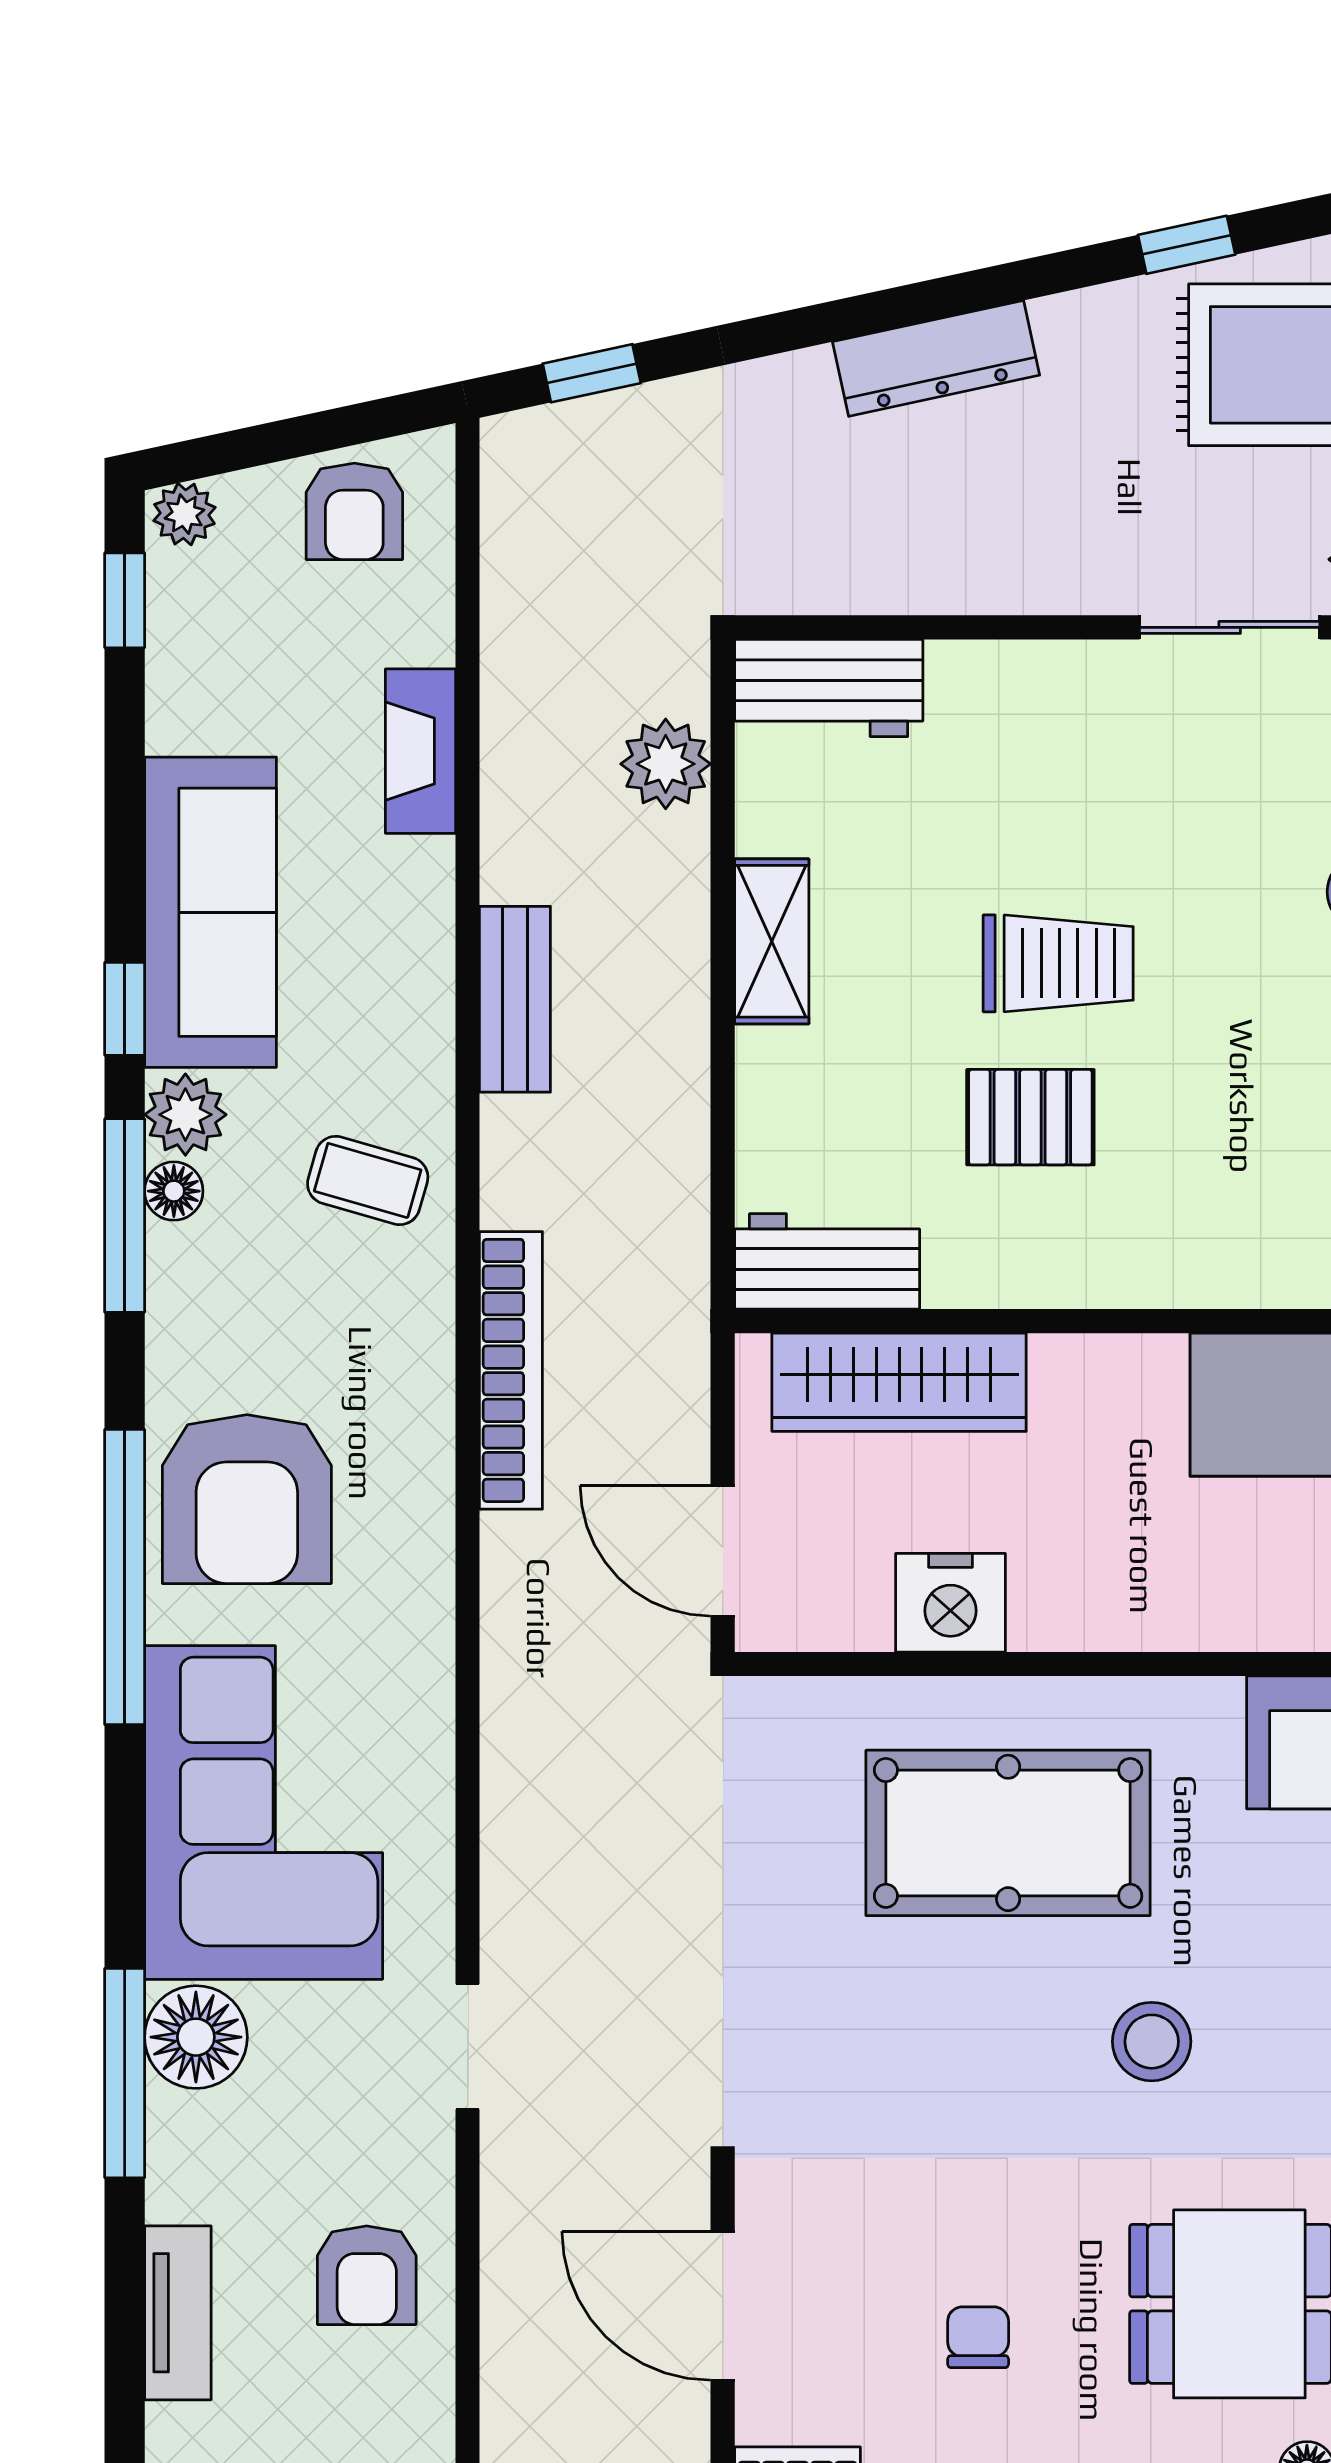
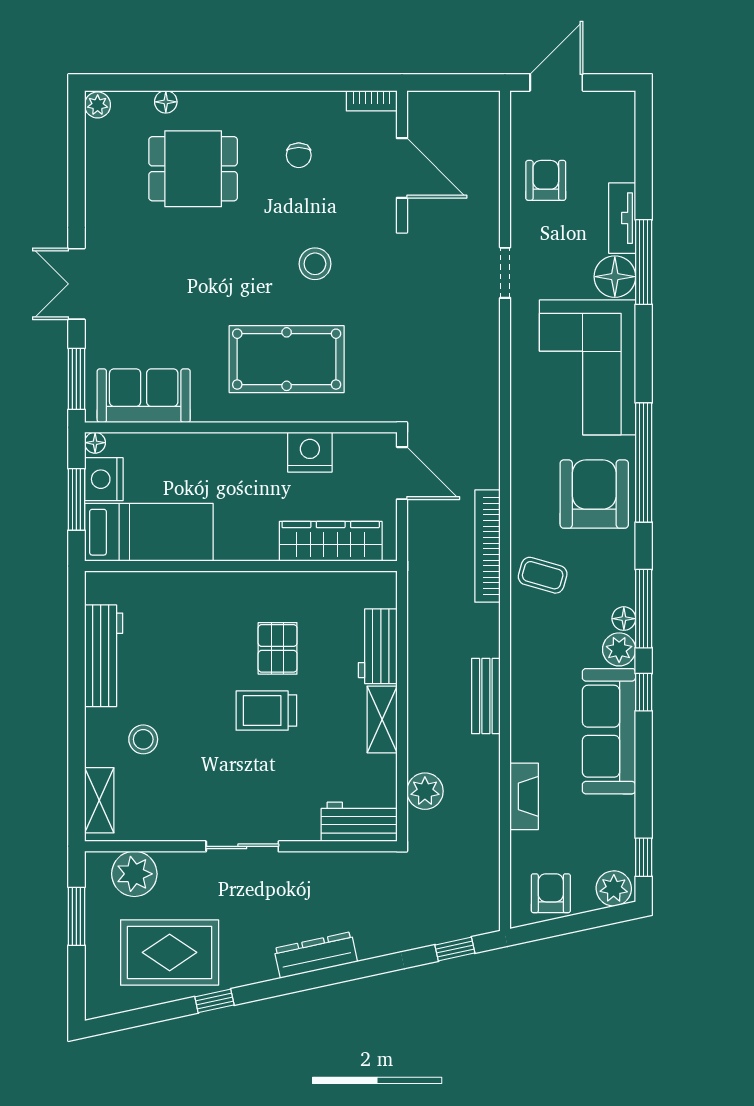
plant: (184, 514) -> (614, 888), width x1.38, depth x1.38
sliding door: (1230, 627) -> (242, 846), moved
pallet: (1030, 1117) -> (278, 648), turned 90
coffee table: (368, 1180) -> (543, 575), moved
workbench: (827, 1261) -> (378, 646), moved, turned 90
stool: (1152, 2042) -> (315, 264), moved
tv unit: (178, 2313) -> (622, 218), moved

